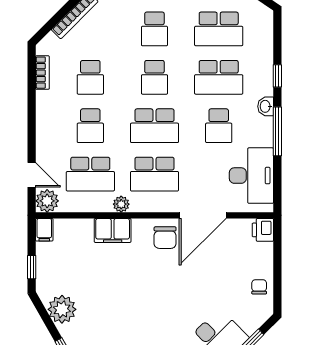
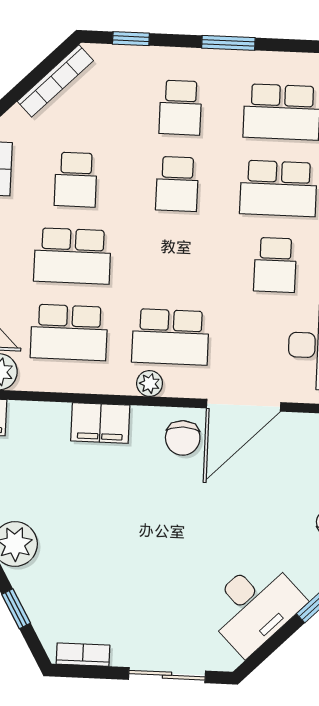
school desk: (90, 126) -> (72, 256), width x1.85
school desk: (154, 126) -> (174, 260), removed
plant: (121, 204) -> (150, 384), moved

